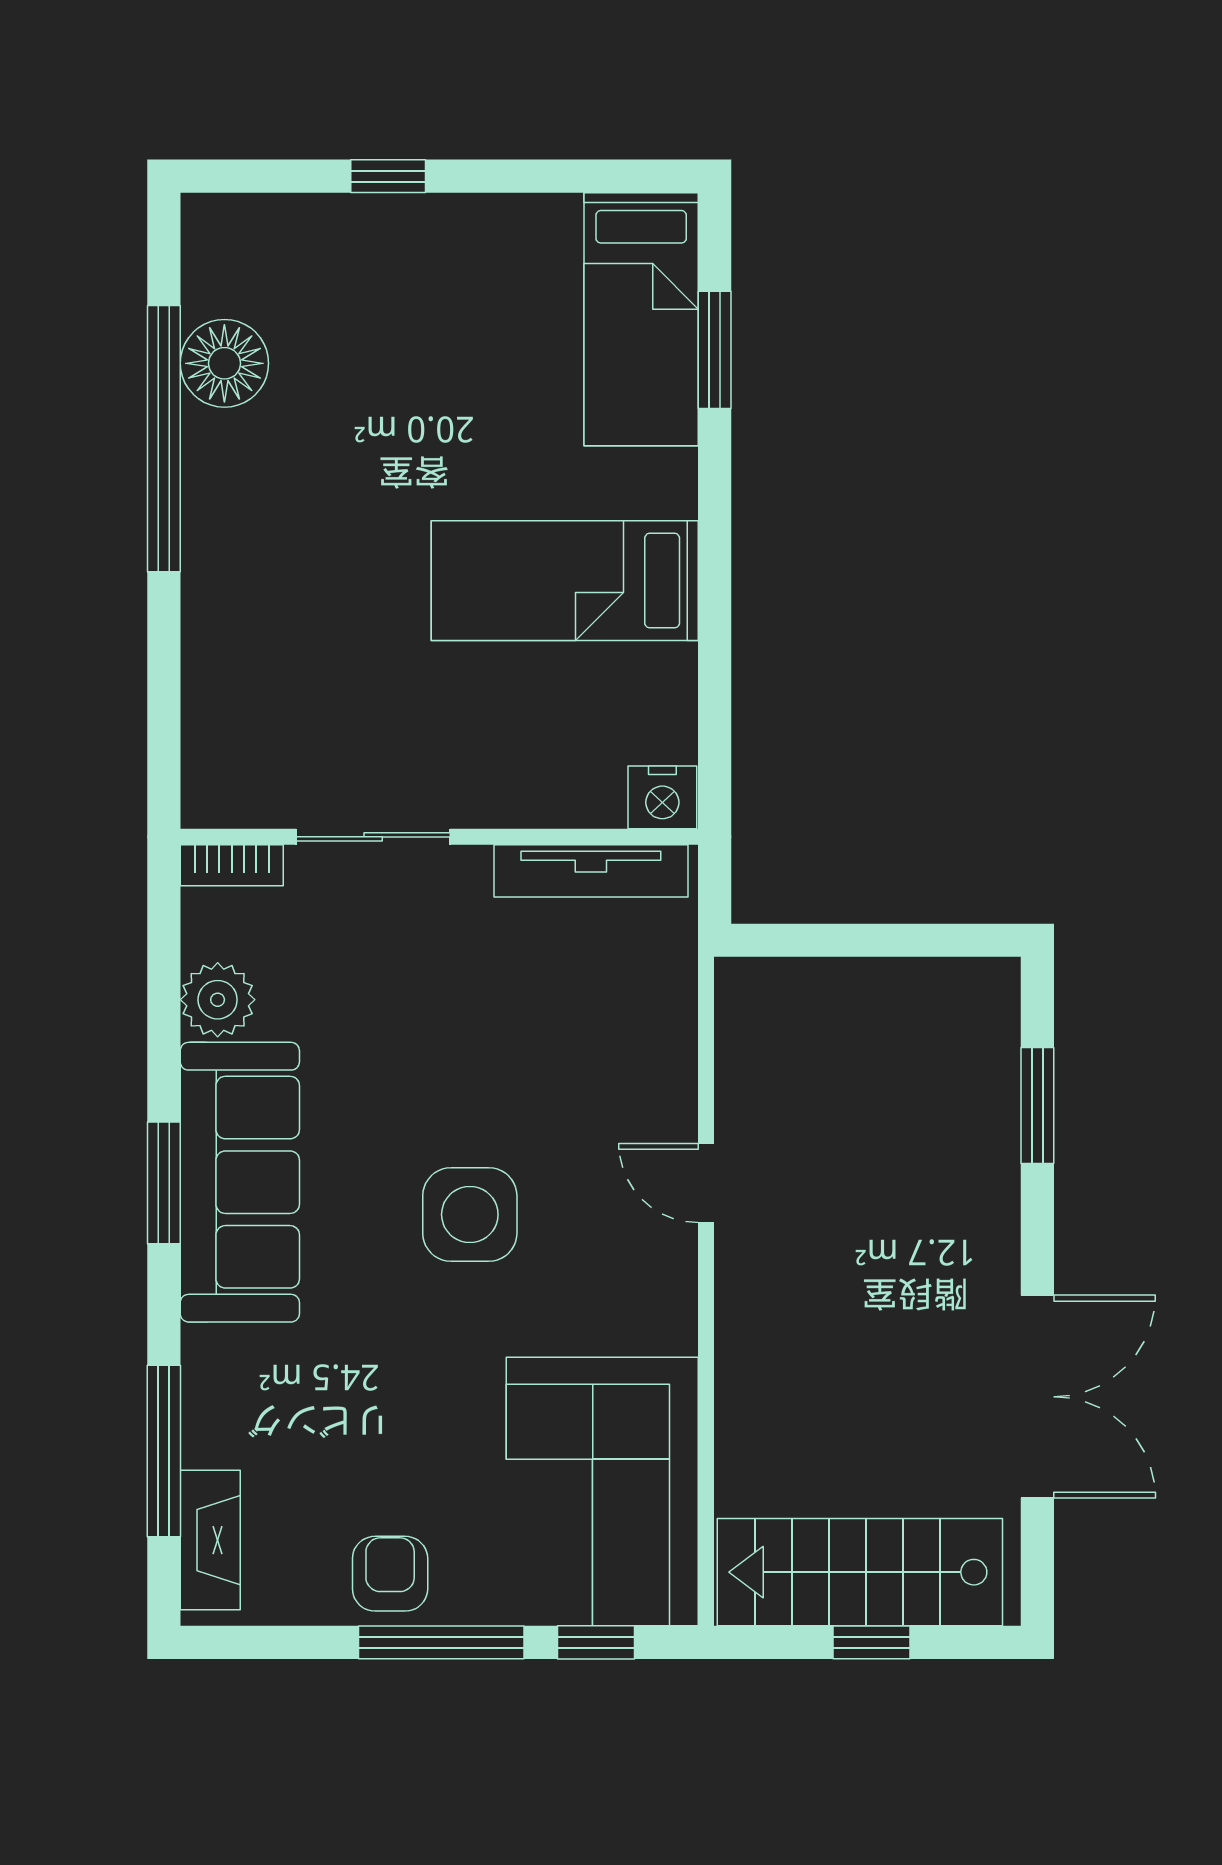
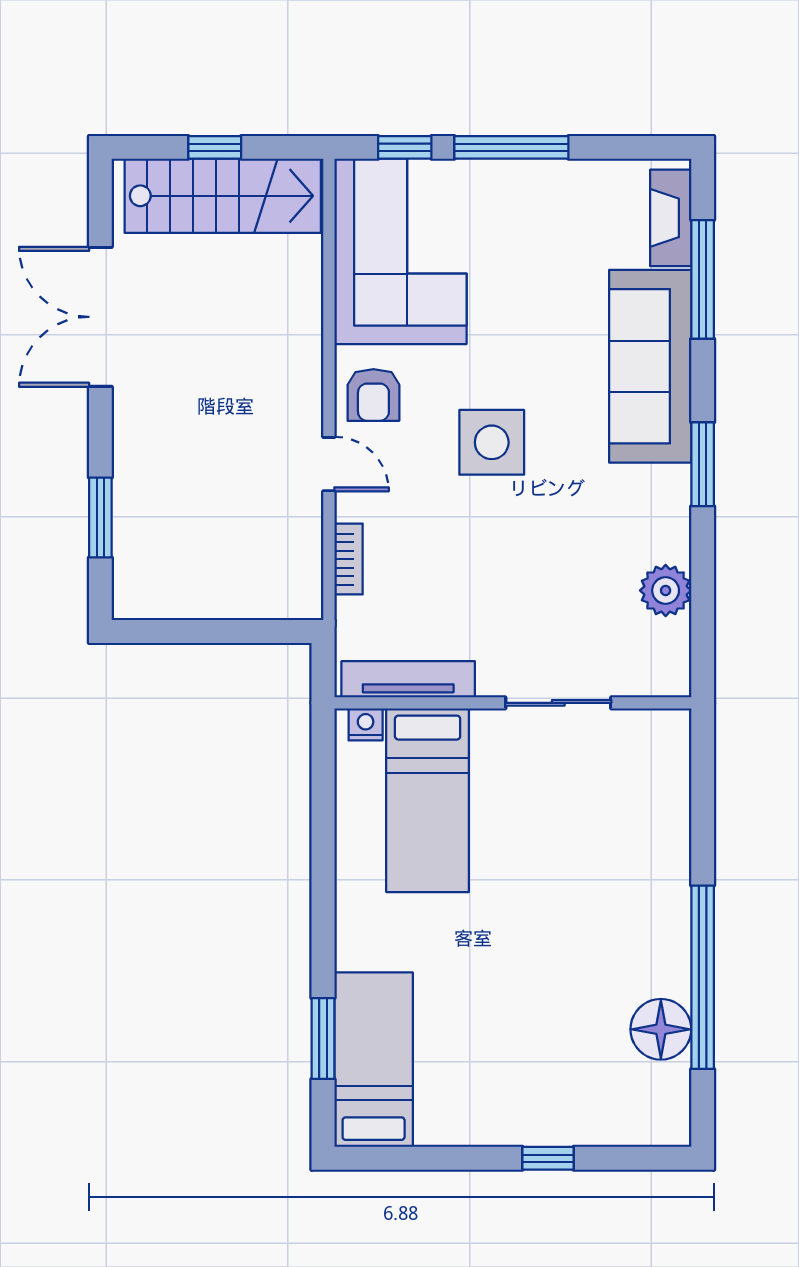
bed: (565, 581) -> (428, 800), moved, turned 90
nightstand: (662, 797) -> (366, 724), width x0.72, depth x0.74
bookcase: (232, 865) -> (348, 559), moved, turned 90
sofa: (240, 1182) -> (650, 366), moved
armchair: (390, 1574) -> (373, 395), moved

